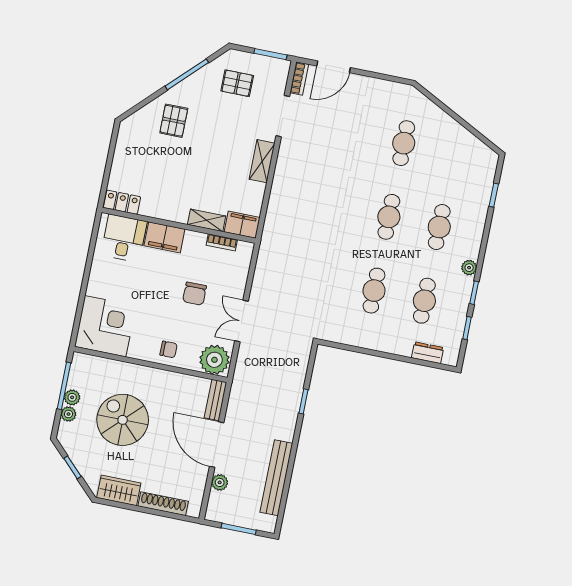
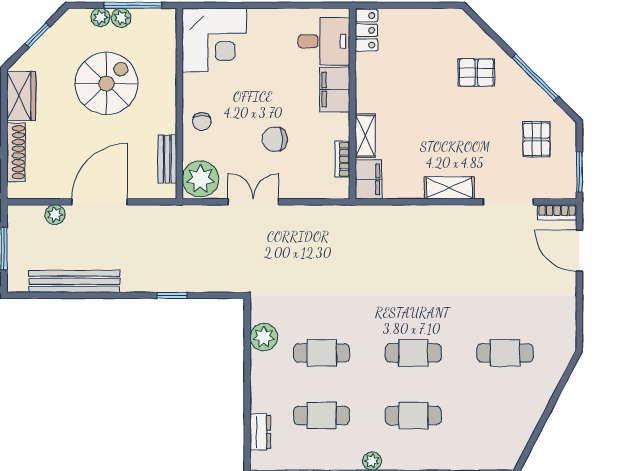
plant: (352, 334) -> (264, 337), added
bench: (215, 400) -> (167, 159), moved, turned 90

